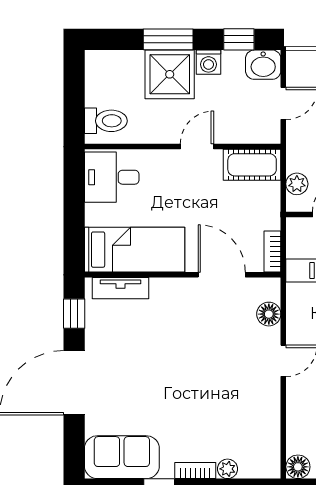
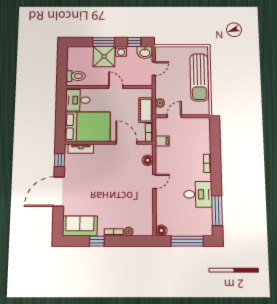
door: (197, 147) -> (116, 87), hinge flipped
cot: (252, 165) -> (146, 110), moved, turned 90
bed: (135, 250) -> (88, 127), width x1.50

